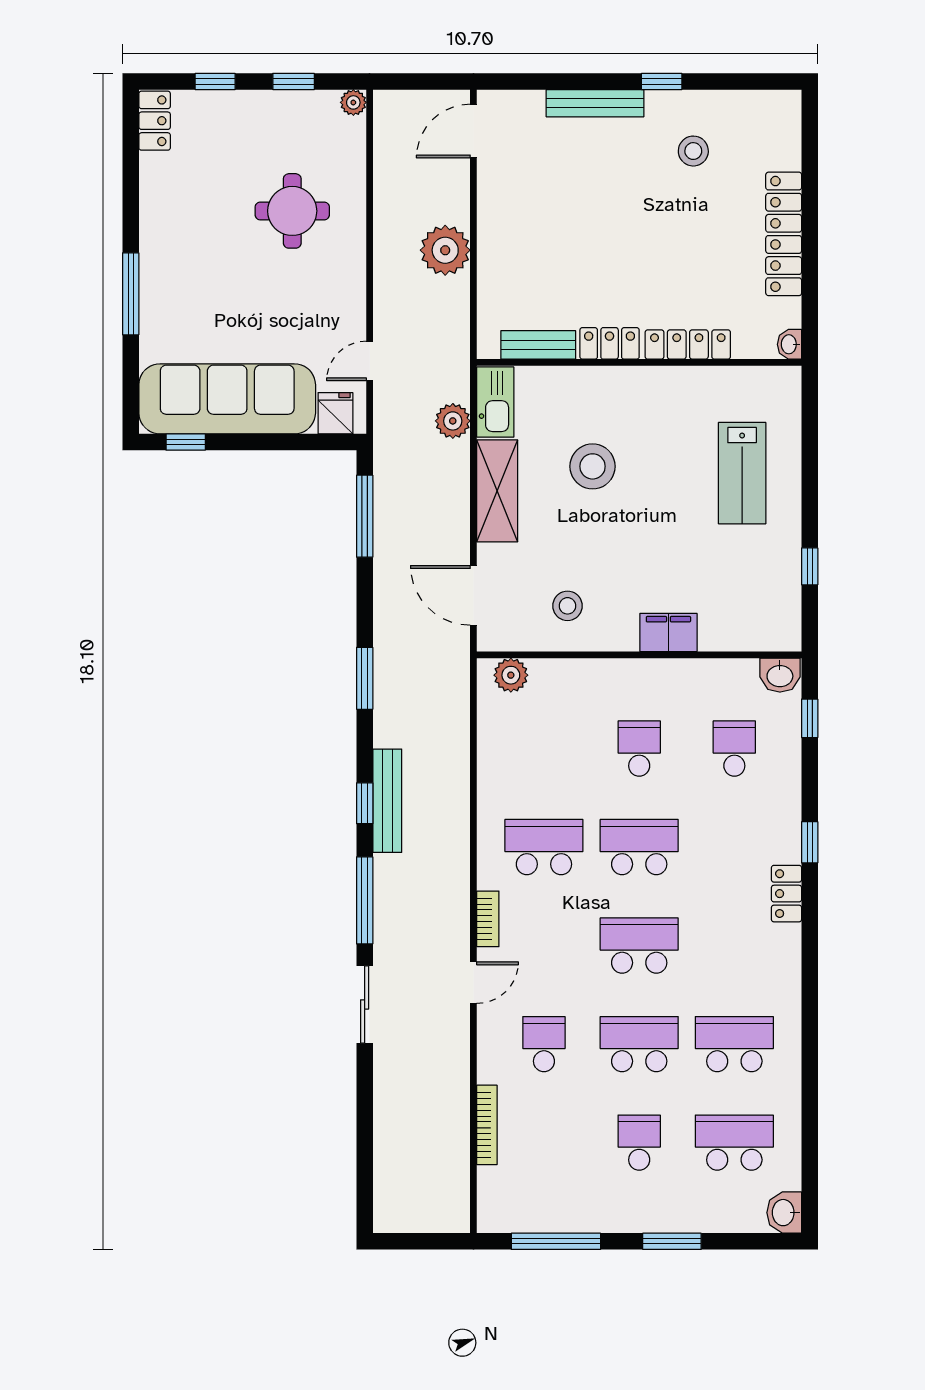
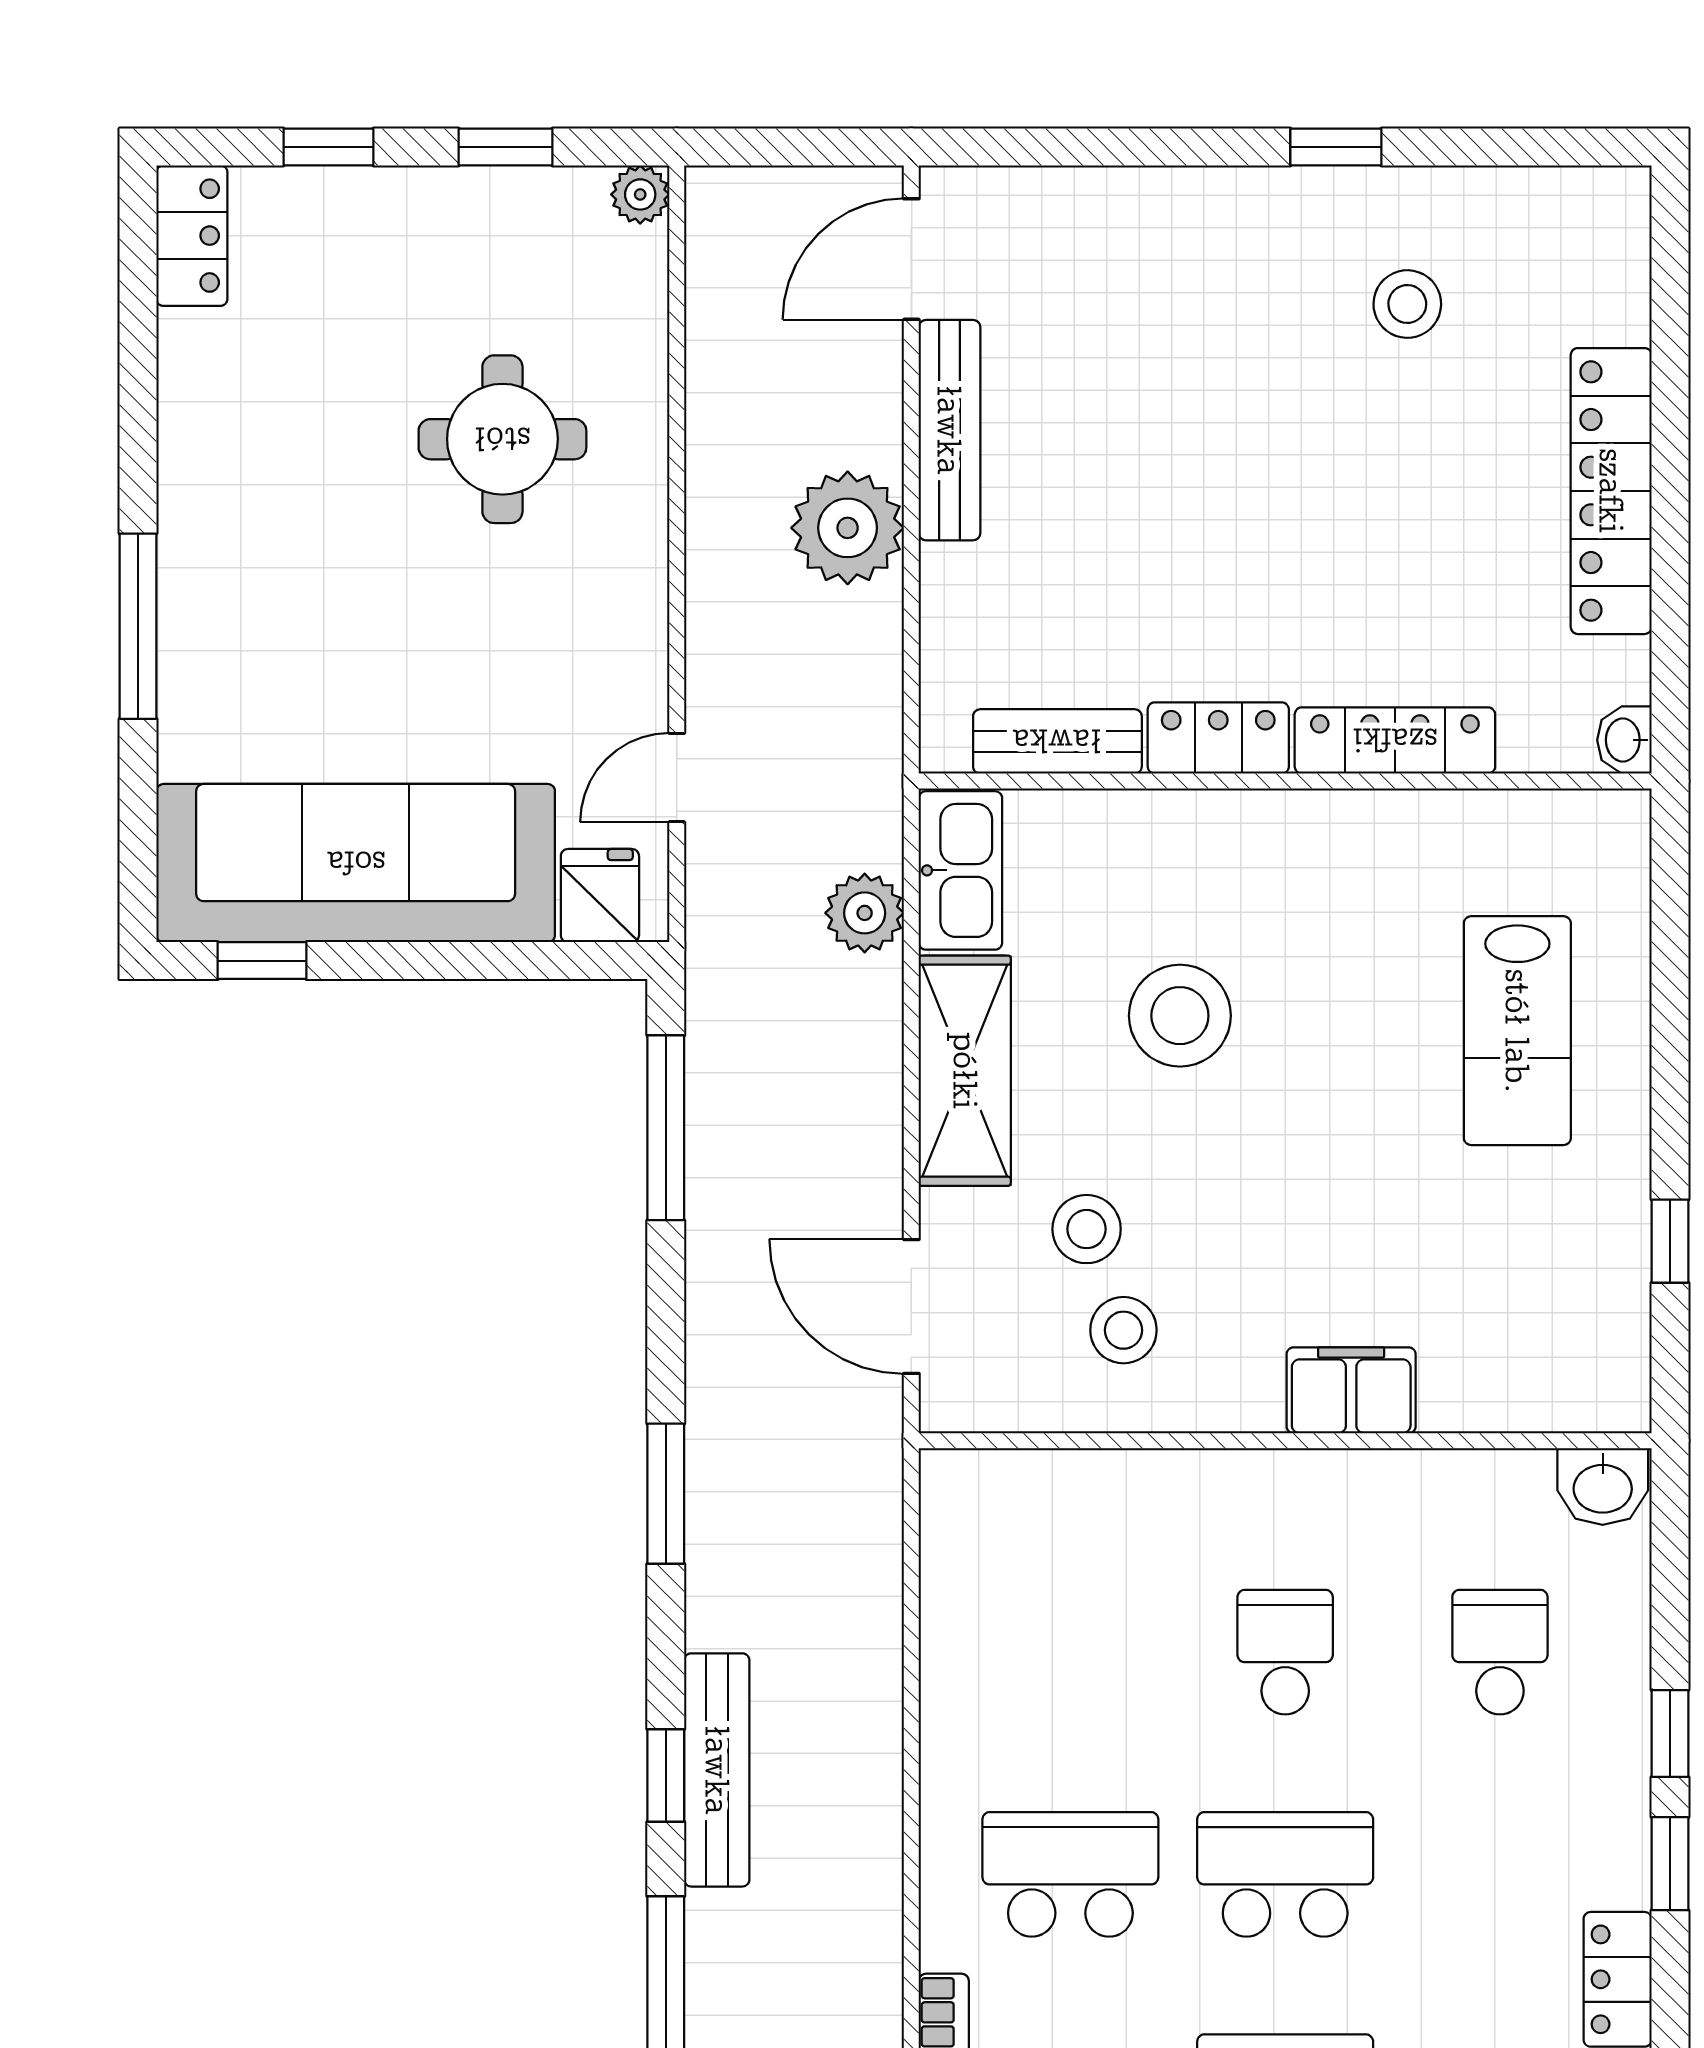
bench: (595, 103) -> (949, 430), moved, turned 90
stool: (551, 561) -> (1087, 1229), added
plant: (511, 675) -> (996, 1486), removed
window: (810, 718) -> (1670, 1734), moved

